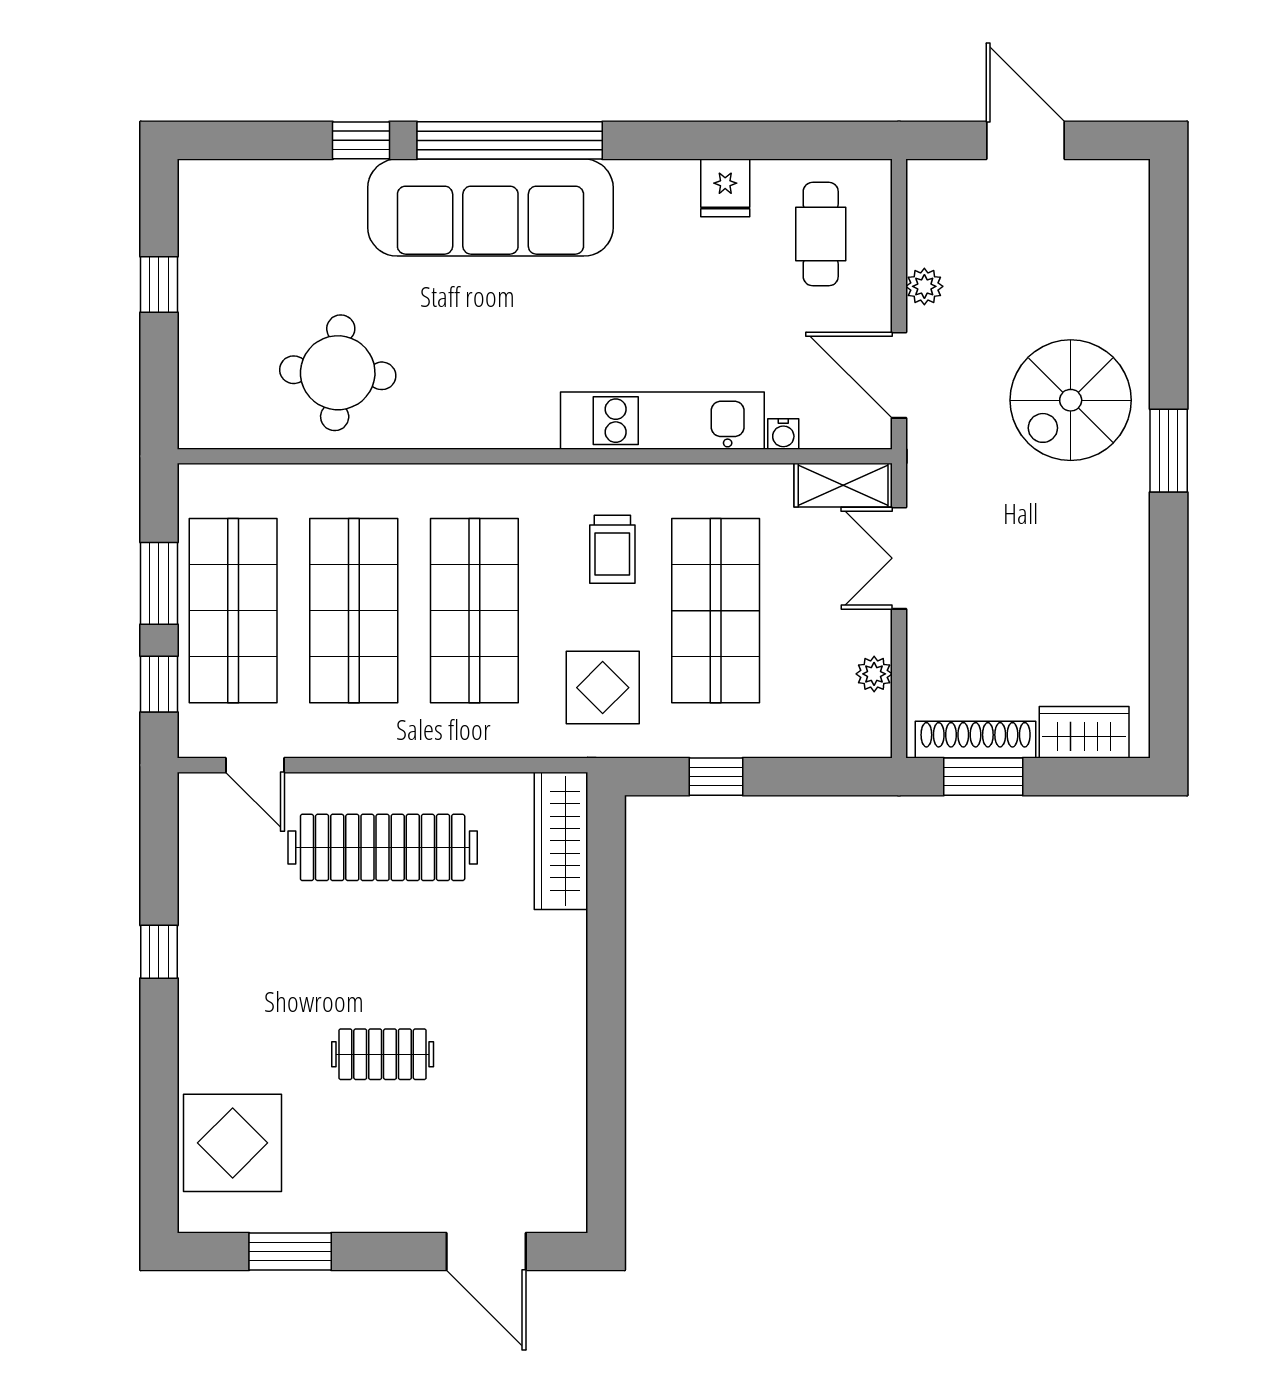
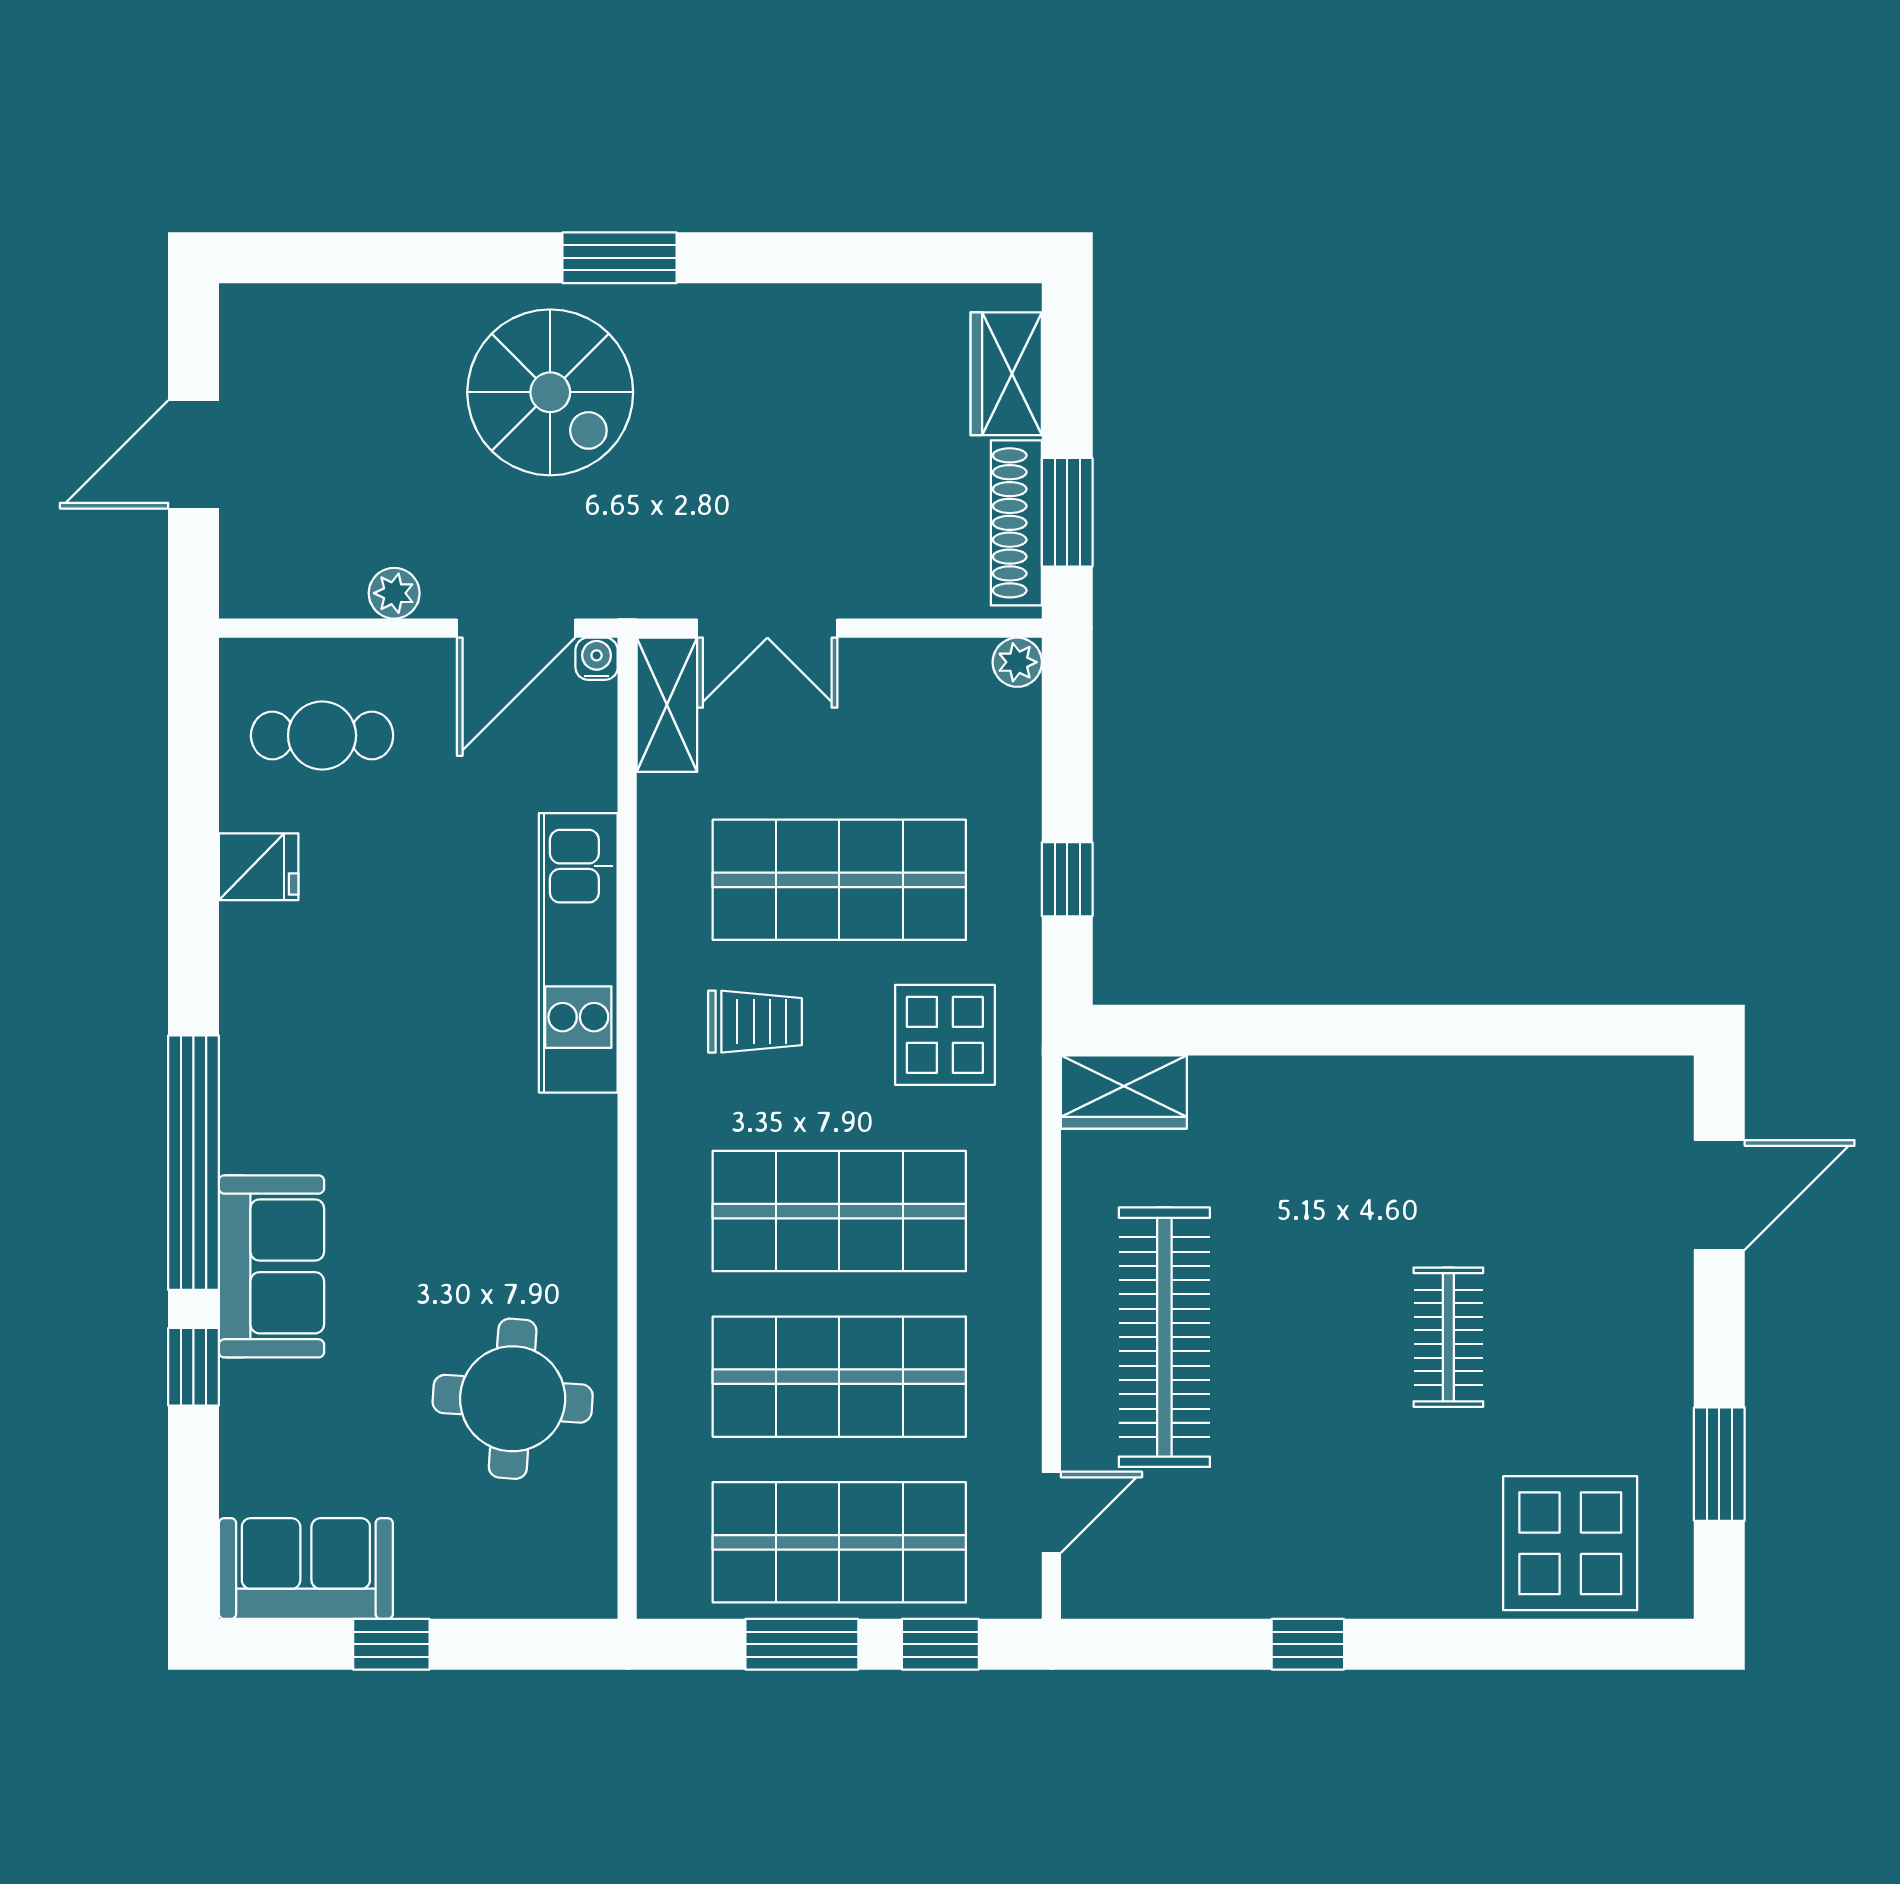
sofa: (490, 208) -> (271, 1266), width x0.54, depth x0.79
sofa: (214, 222) -> (306, 1569), added
water cooler: (783, 434) -> (597, 659), moved, turned -90
plant: (874, 674) -> (1017, 662), moved
wardrobe: (561, 841) -> (1124, 1092), width x0.67

